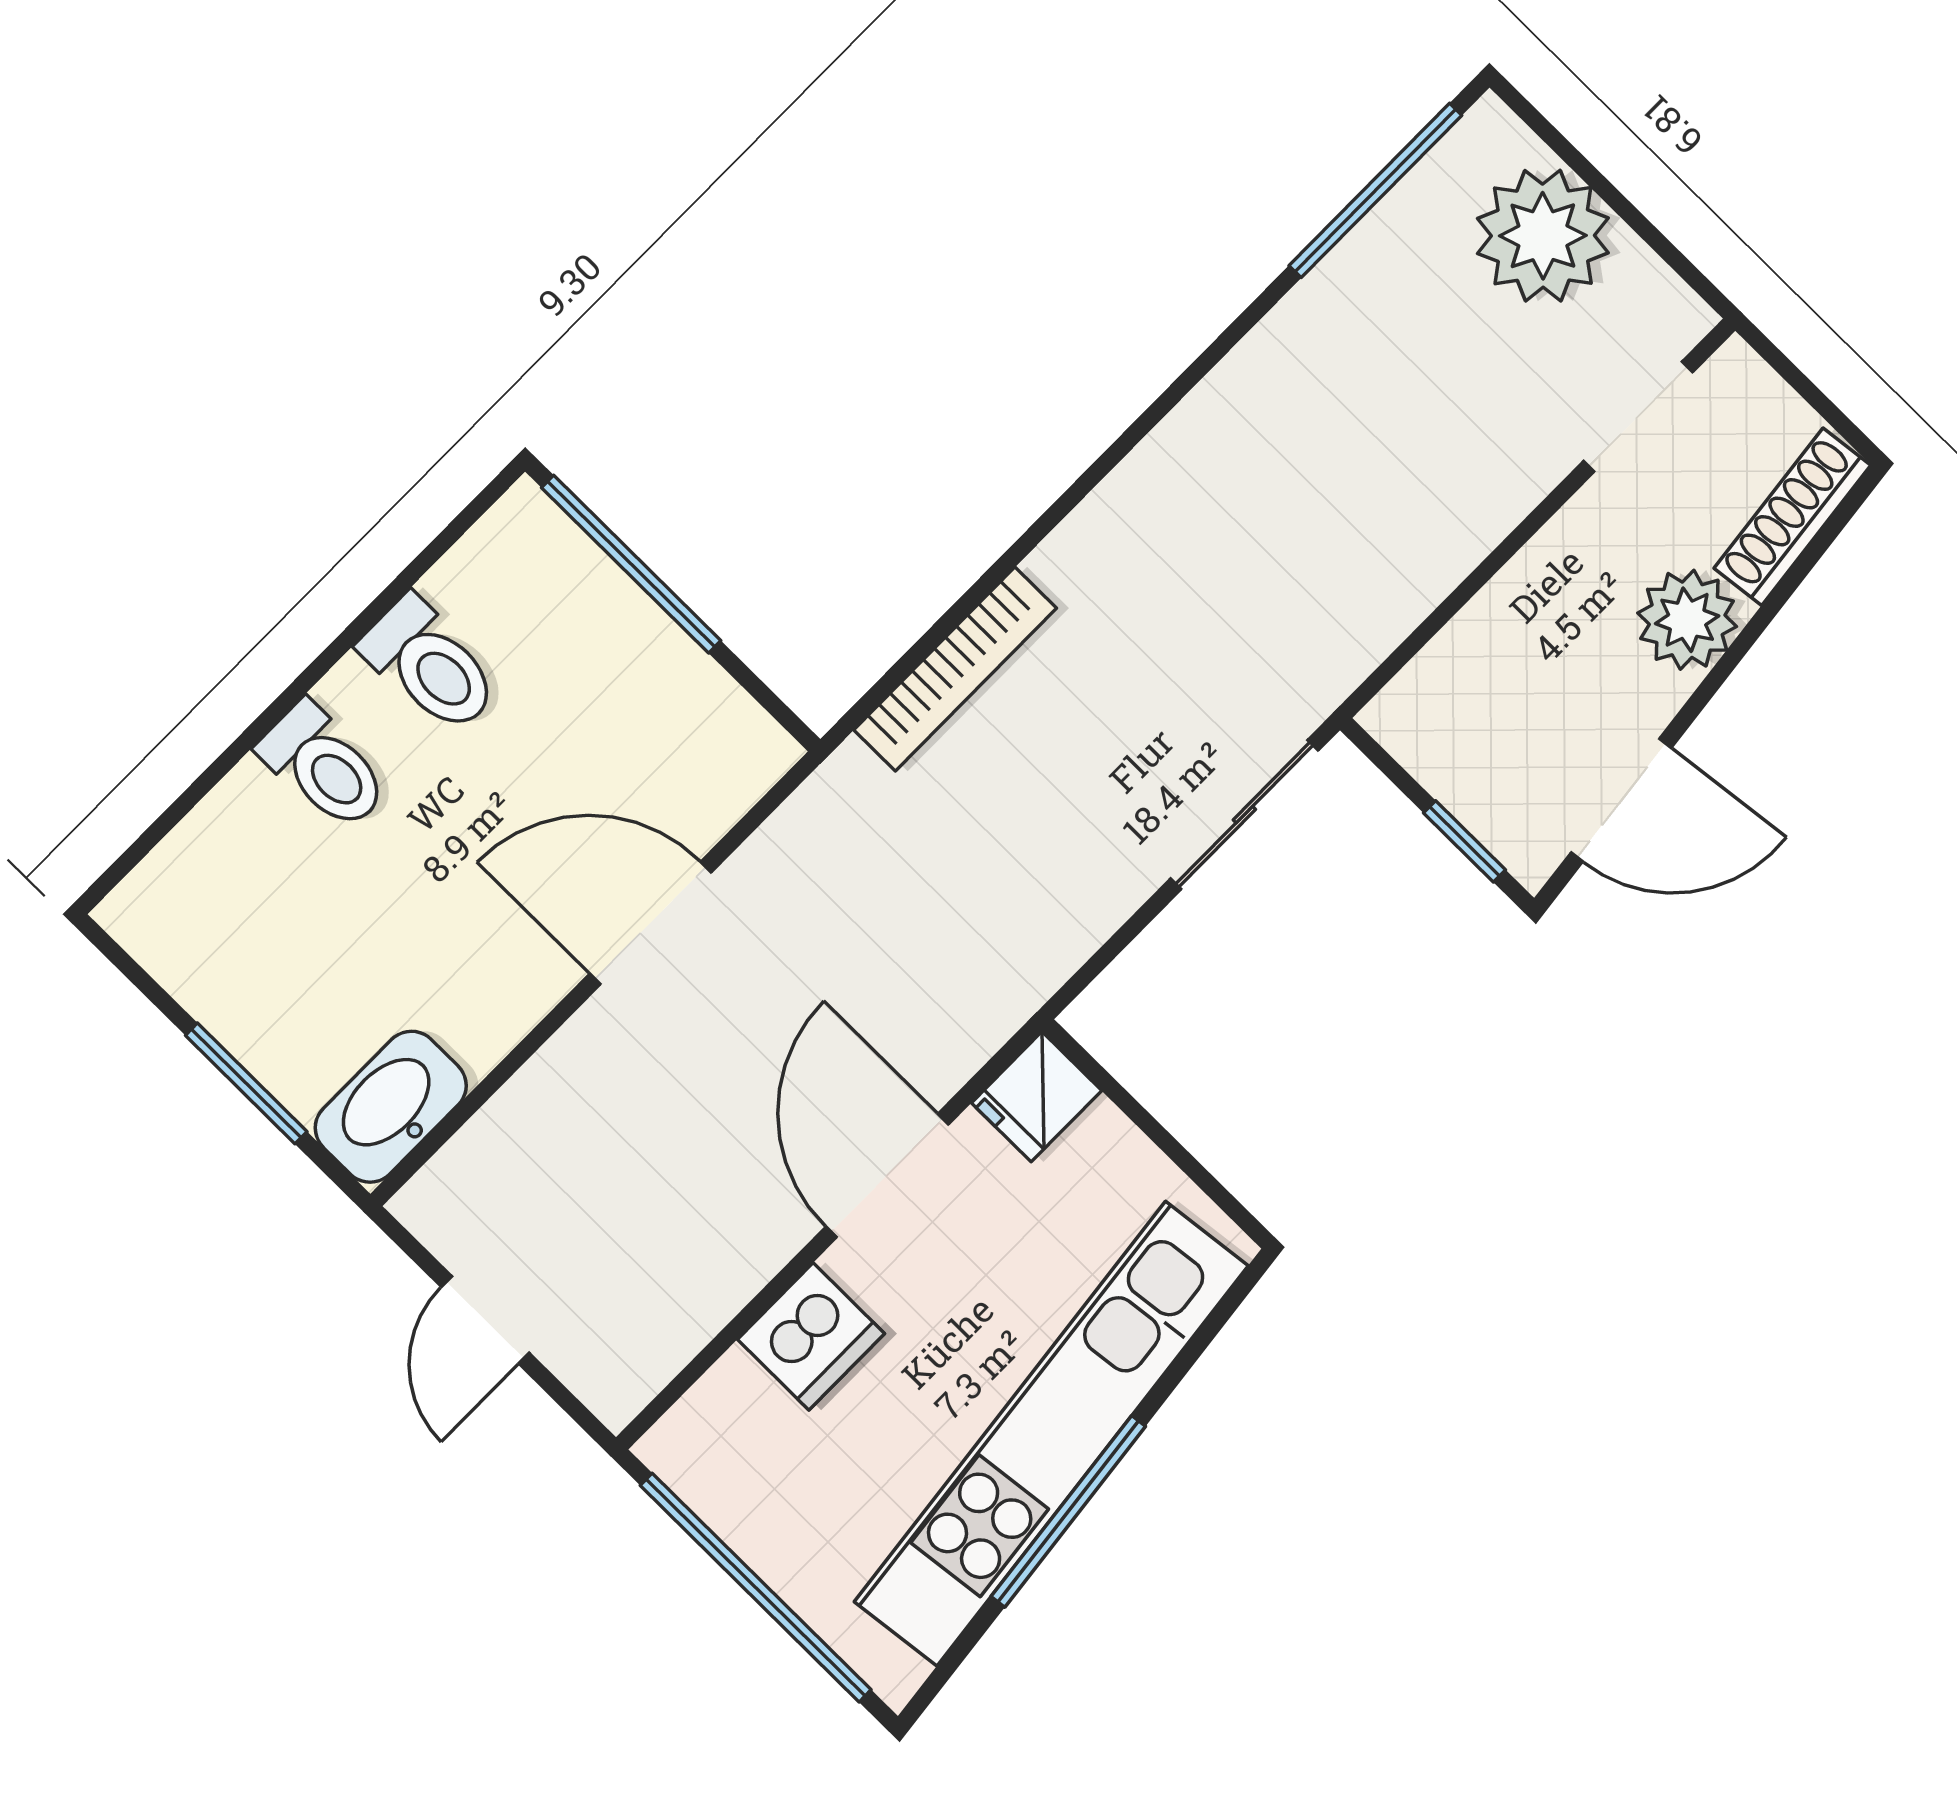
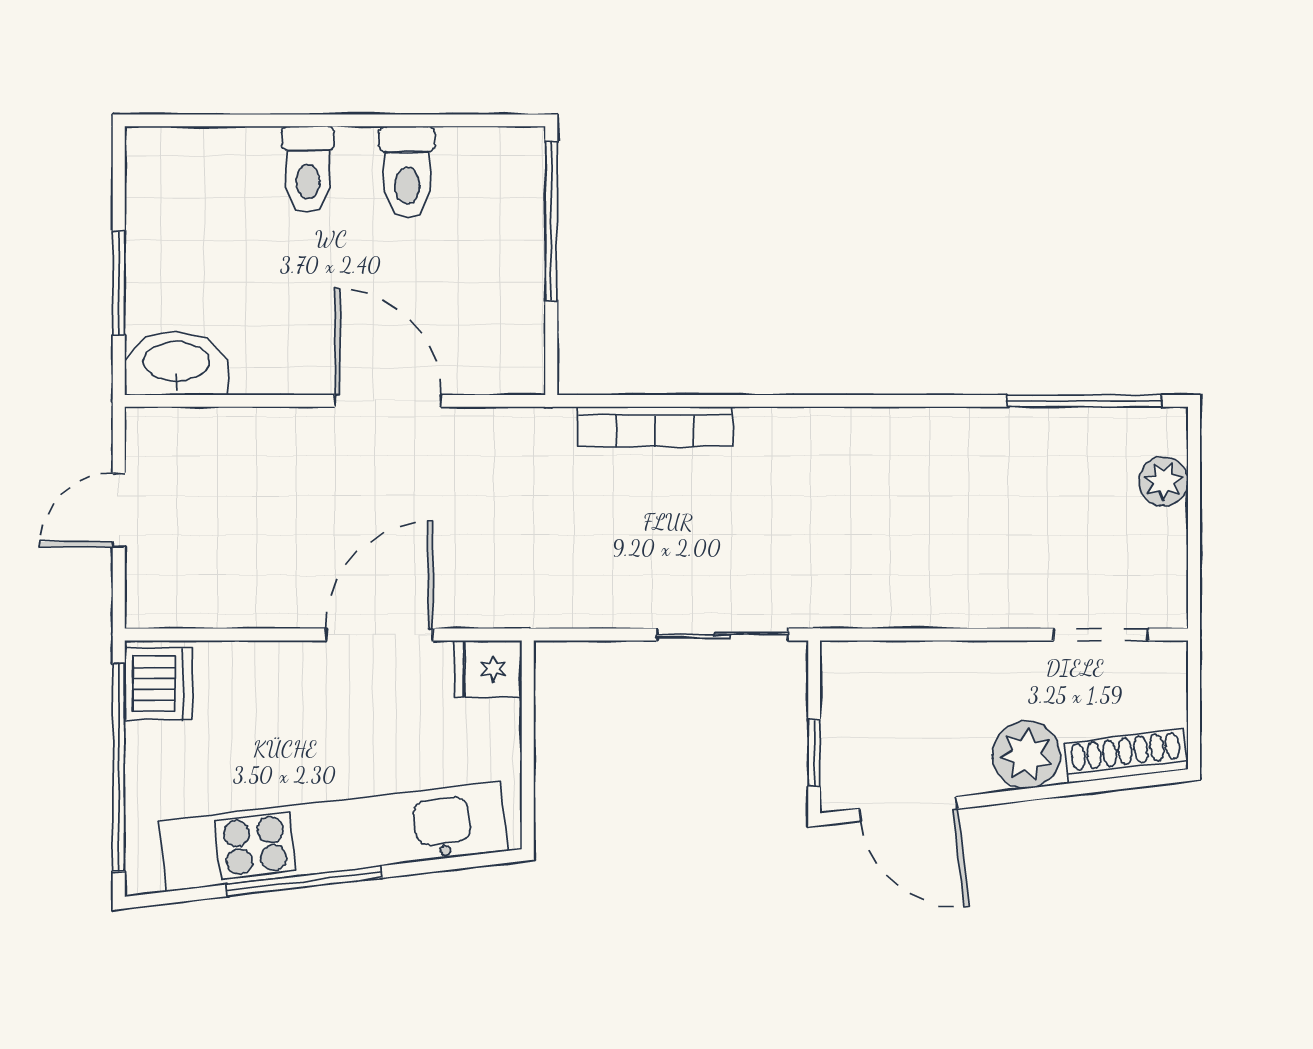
plant: (1543, 236) -> (1164, 481), width x0.53, depth x0.53
dishwasher: (811, 1336) -> (159, 684), moved, turned -90

